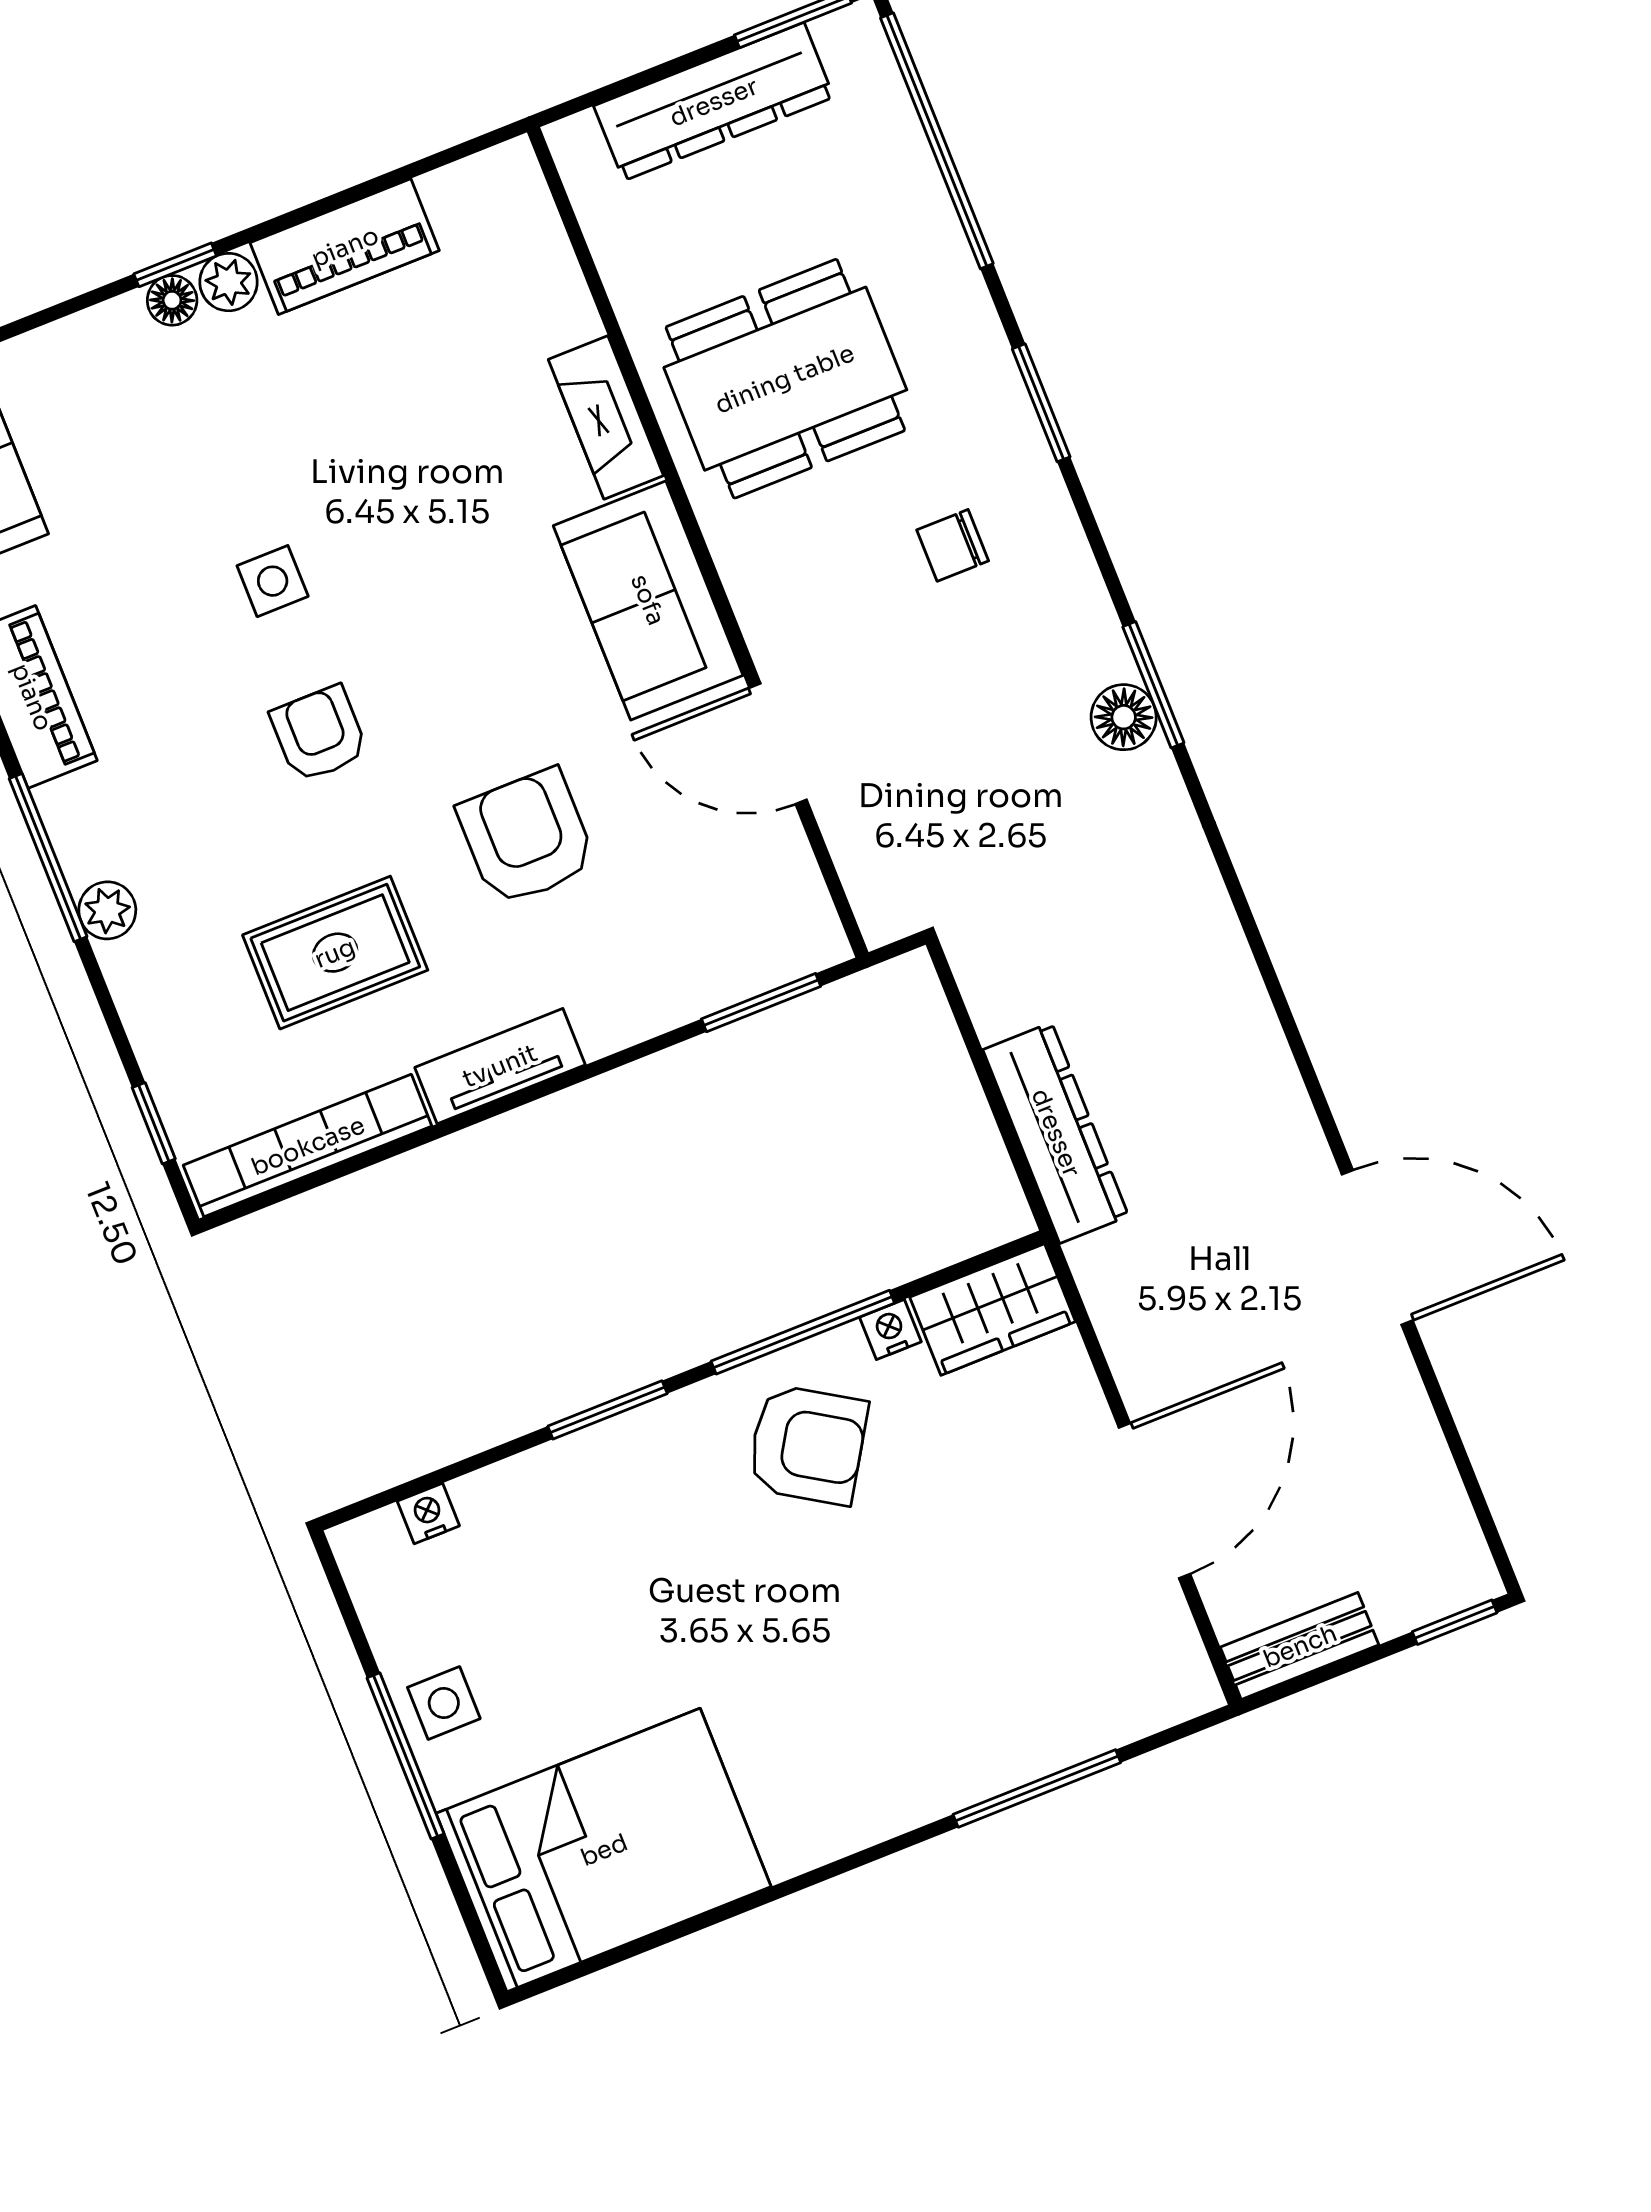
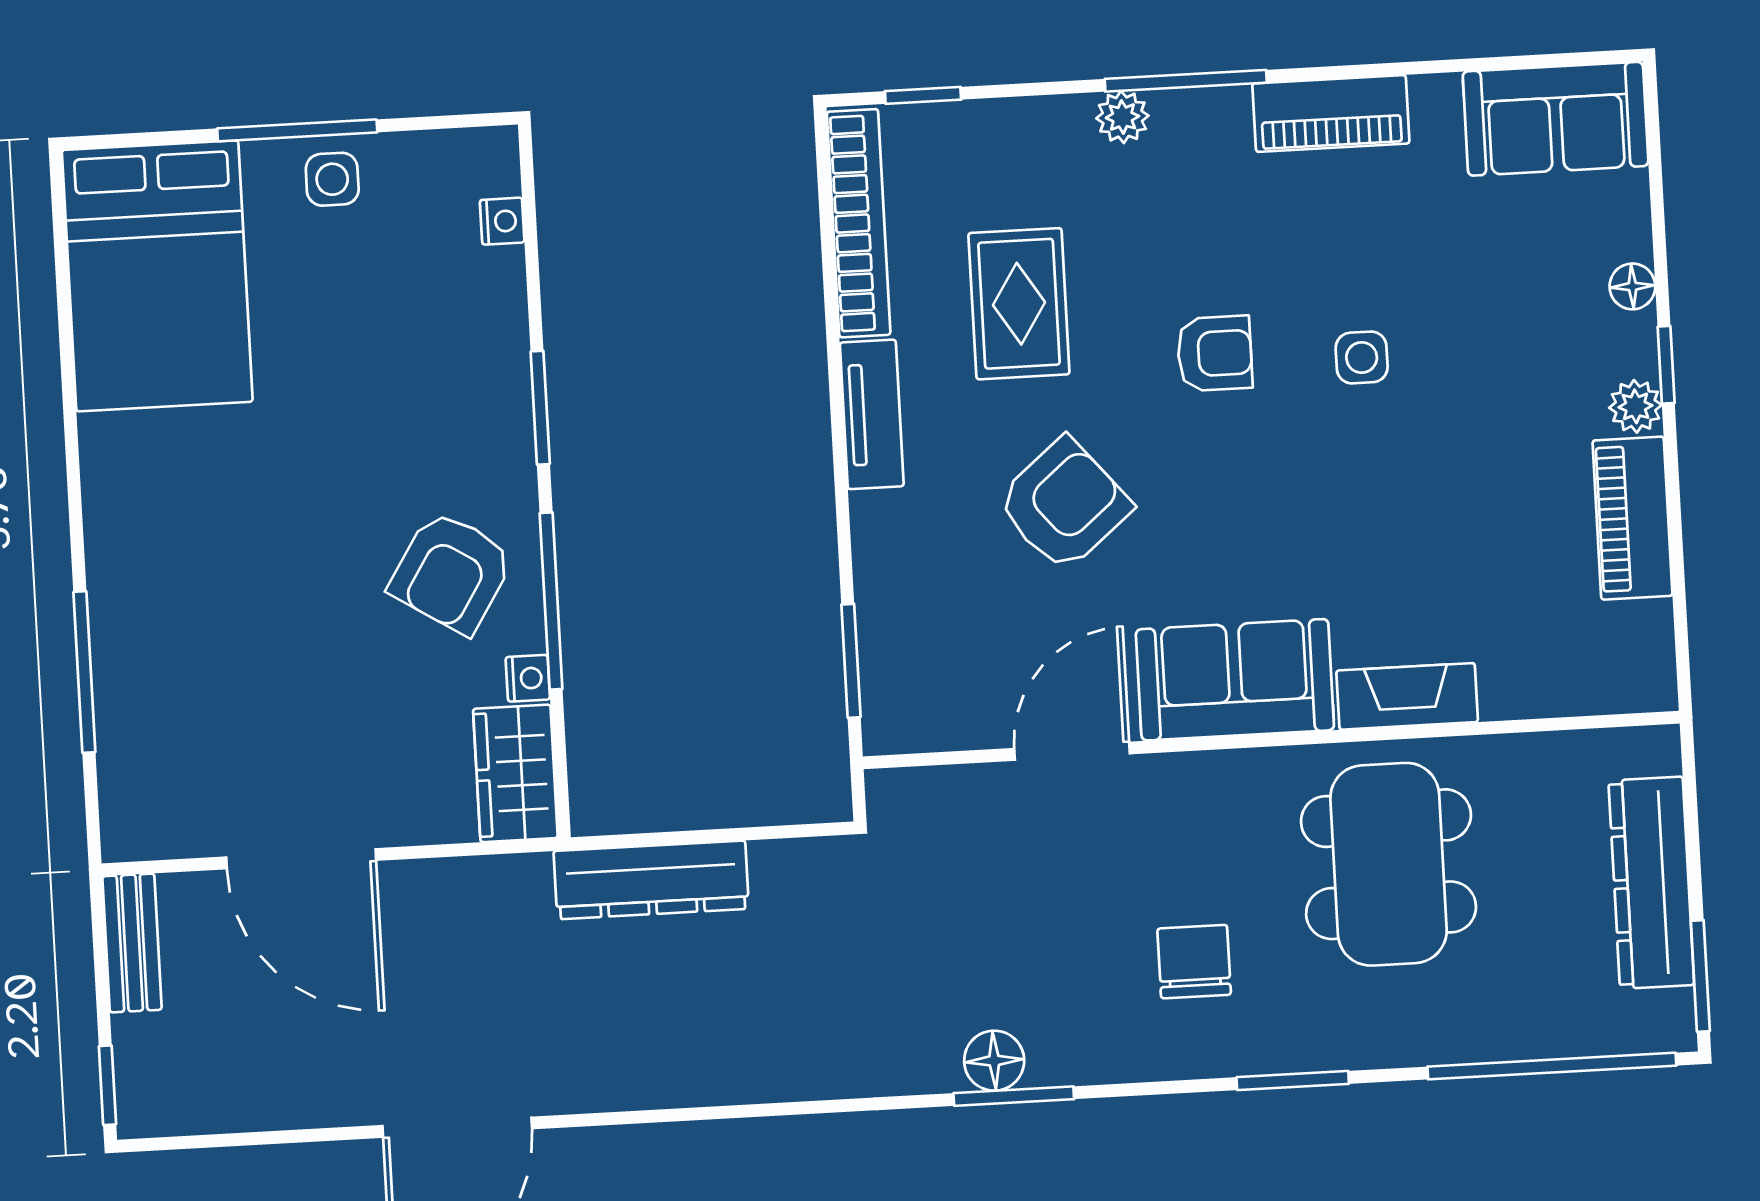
floor lamp: (172, 300) -> (1632, 286), moved
chair: (953, 545) -> (1194, 962), width x1.37, depth x1.37
armchair: (527, 837) -> (1064, 504), turned -40

